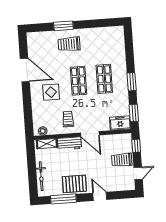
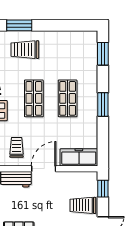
window: (134, 113) -> (103, 54), moved
freezer: (120, 123) -> (79, 157), width x1.40
door: (90, 134) -> (44, 169), swing flipped

